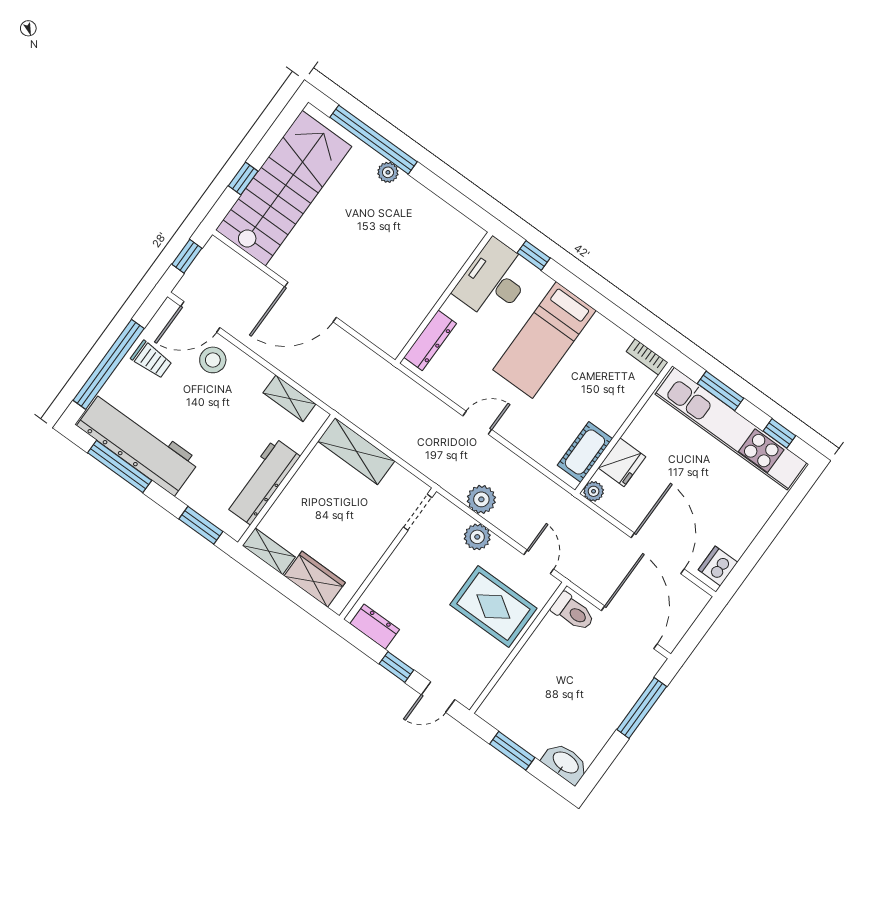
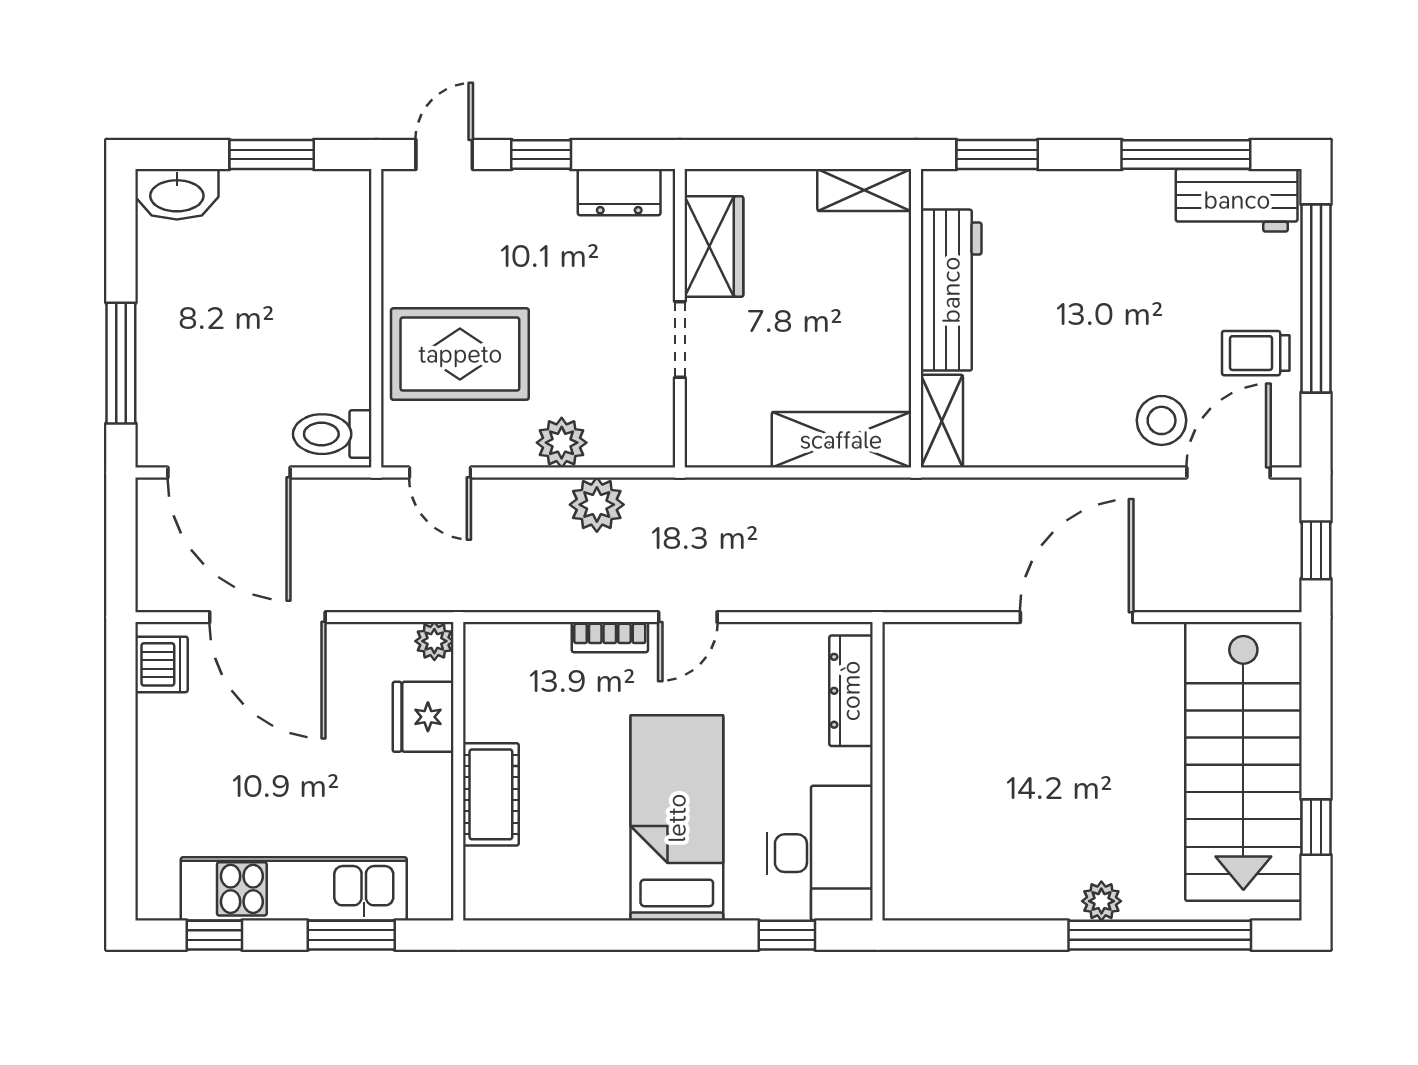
window: (243, 178) -> (1316, 827), moved
bookcase: (647, 357) -> (610, 637), moved, turned 180
shelving: (289, 398) -> (942, 421), moved, turned 90
kitchen unit: (731, 429) -> (294, 889), width x0.73
workbench: (138, 443) -> (1237, 200), width x0.53, depth x0.76
cot: (585, 452) -> (491, 794), moved
doorway: (418, 512) -> (680, 339), moved
wardrobe: (315, 579) -> (714, 247), moved, turned -90

